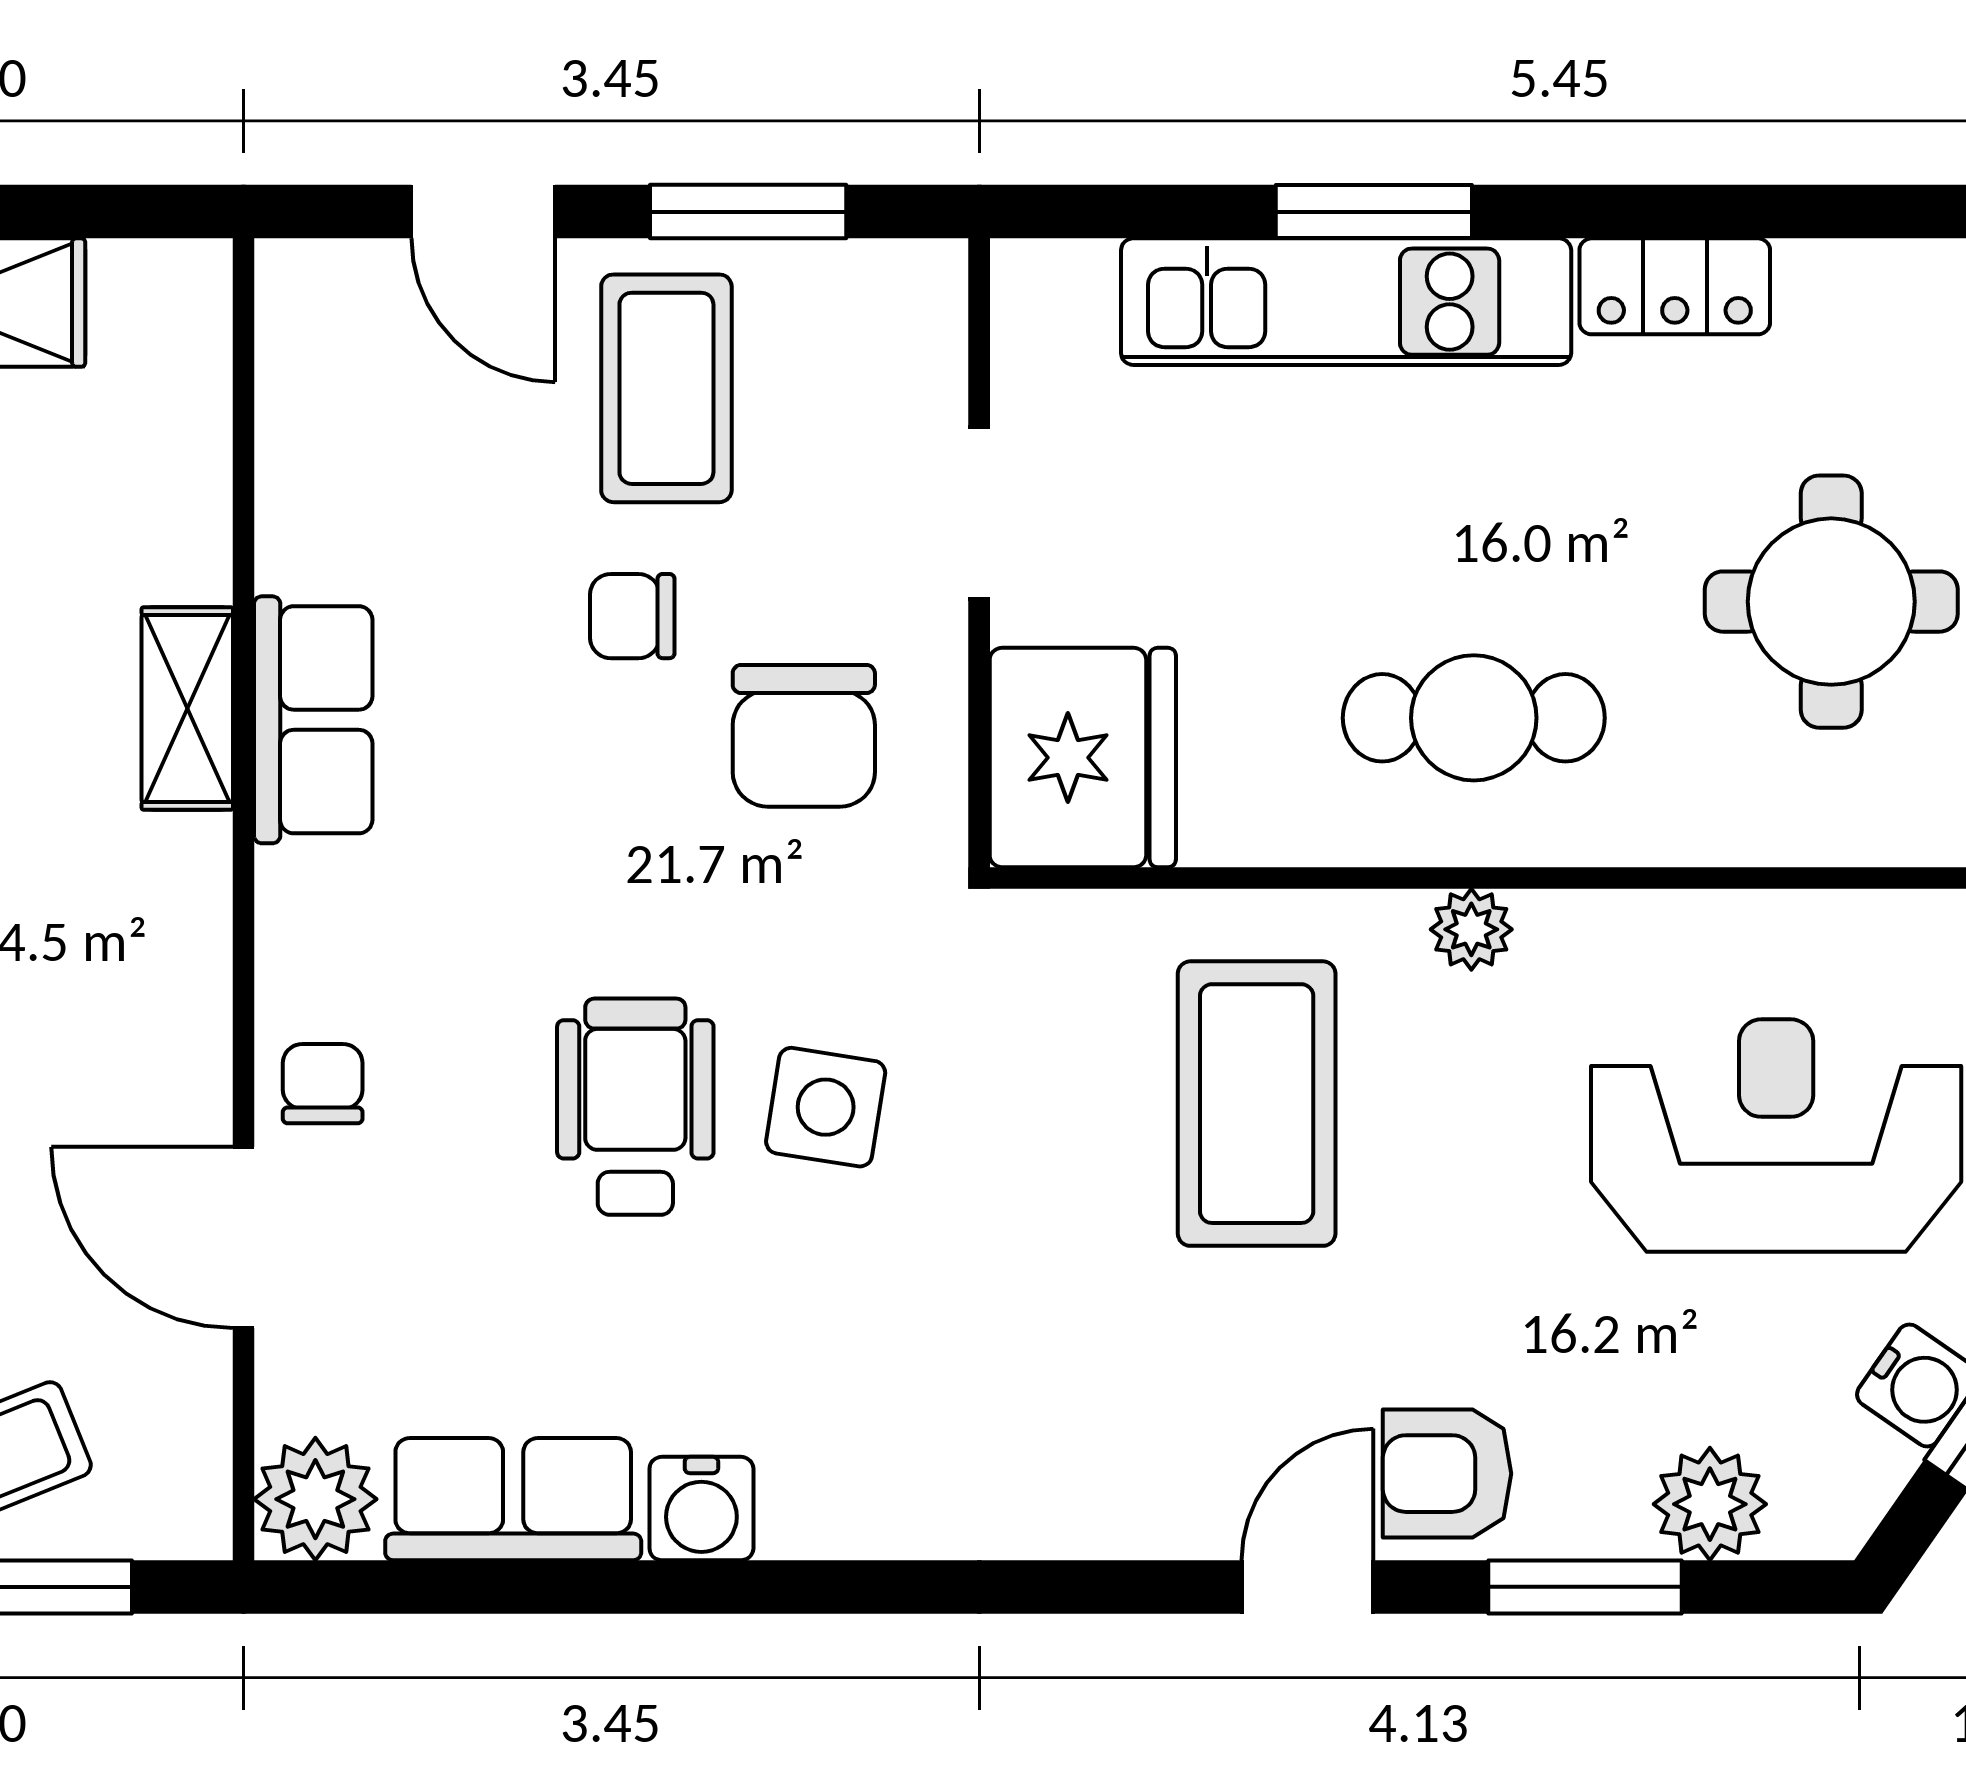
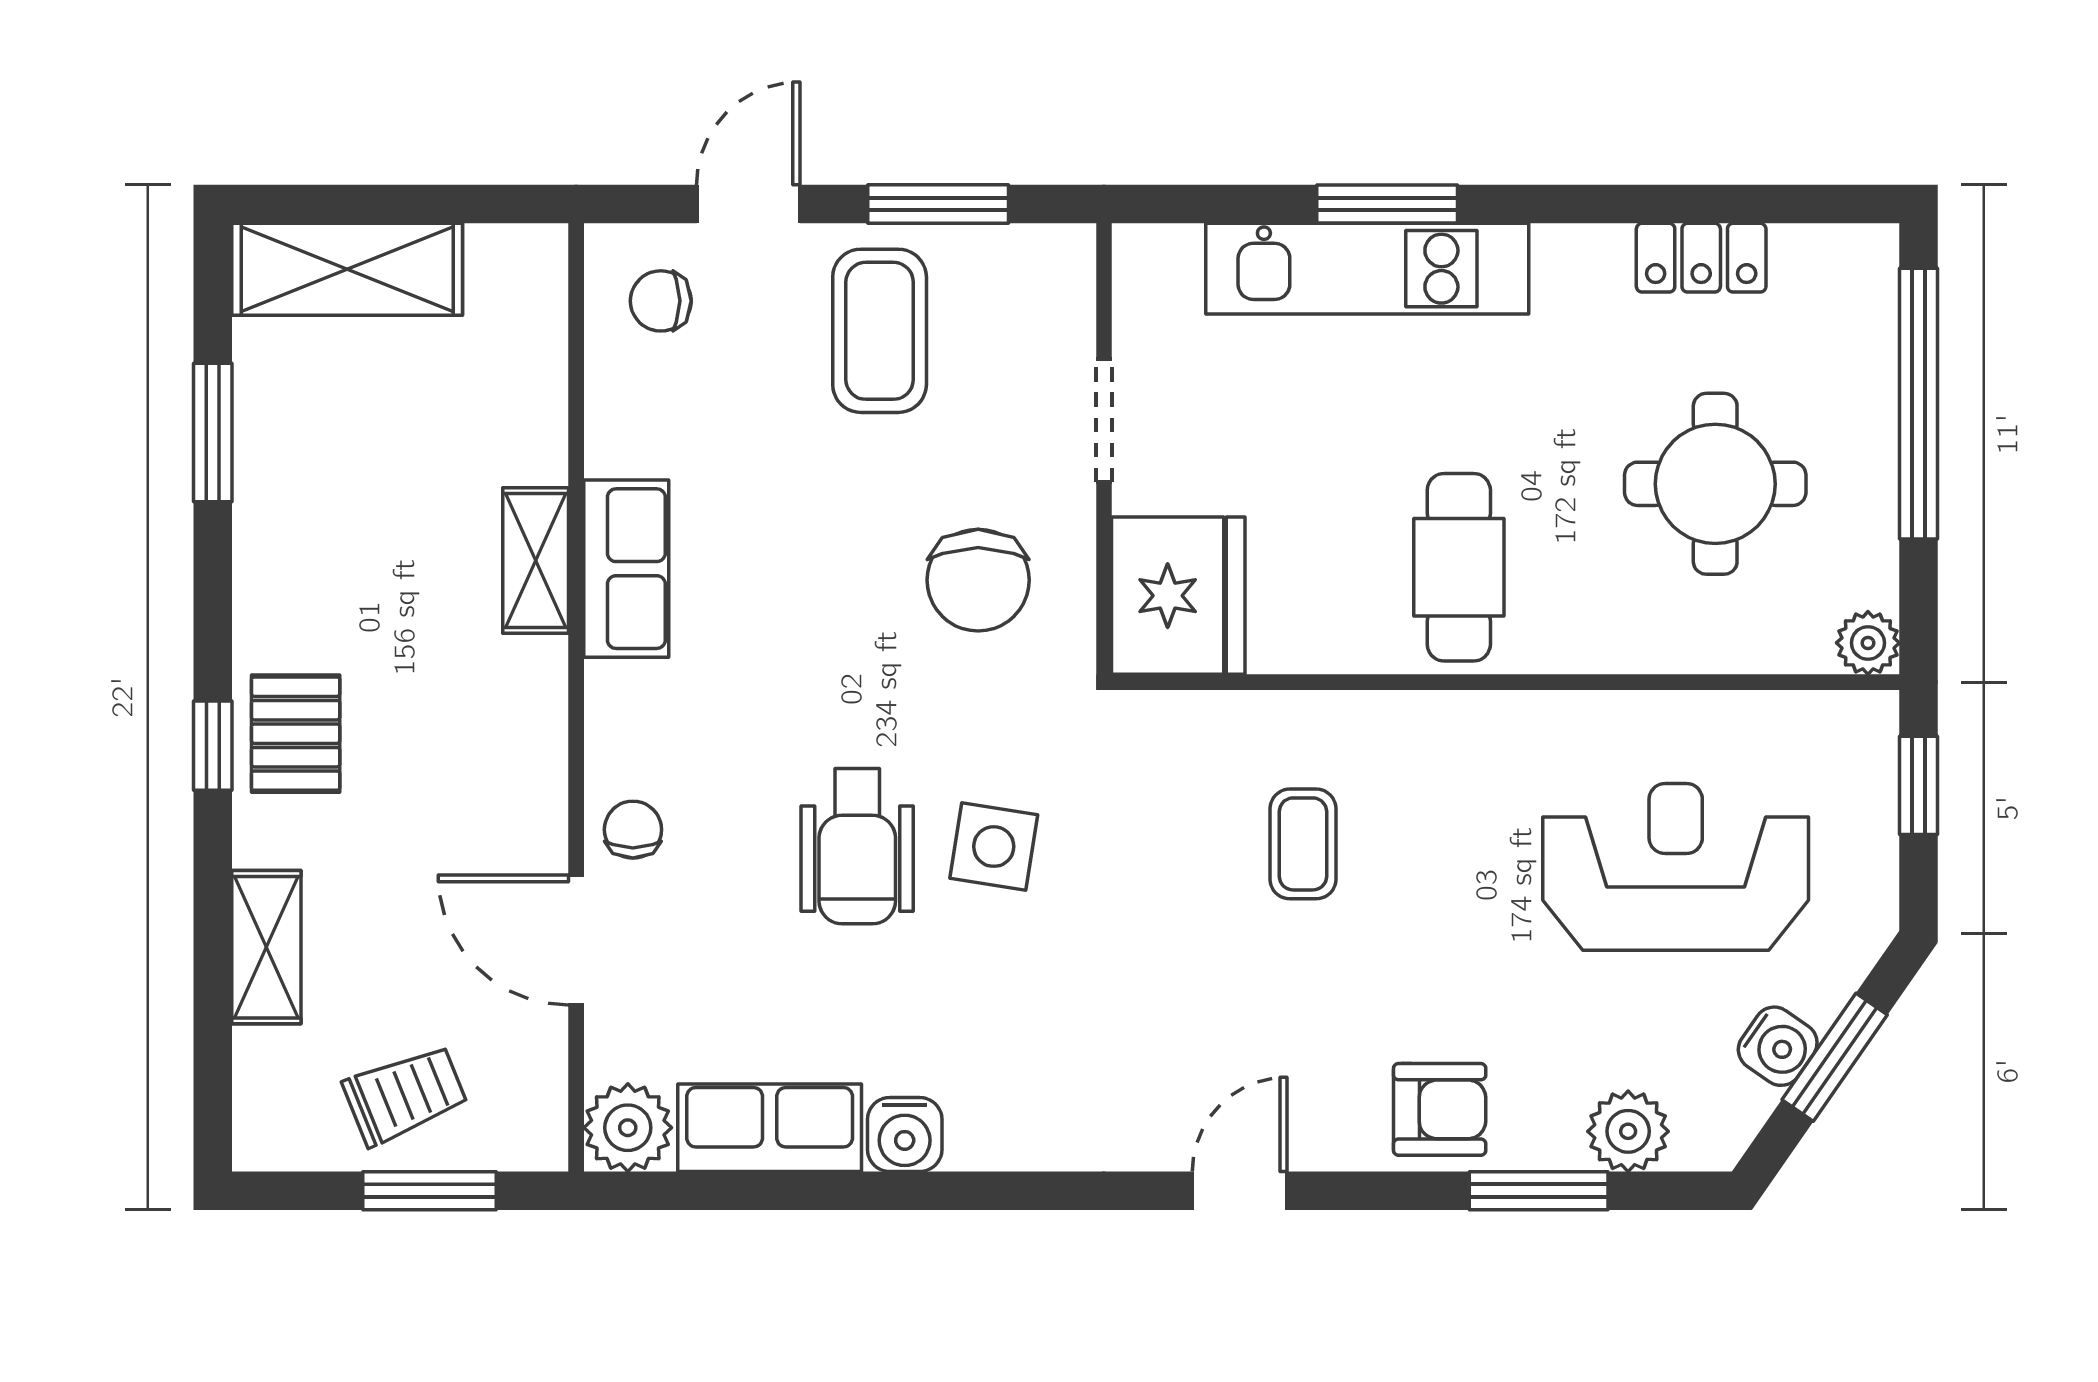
door: (483, 212) -> (748, 204), swing flipped
locker: (1675, 286) -> (1701, 258), moved
chair: (632, 616) -> (661, 301), moved
cafe table: (1474, 718) -> (1459, 567), turned 90
plant: (1471, 929) -> (1457, 719), removed
coffee table: (1257, 1104) -> (1303, 844), width x0.54, depth x0.58
wheelchair: (635, 1107) -> (857, 846), turned 180
armchair: (1447, 1474) -> (1440, 1109), turned 180
door: (1308, 1587) -> (1240, 1191), moved

